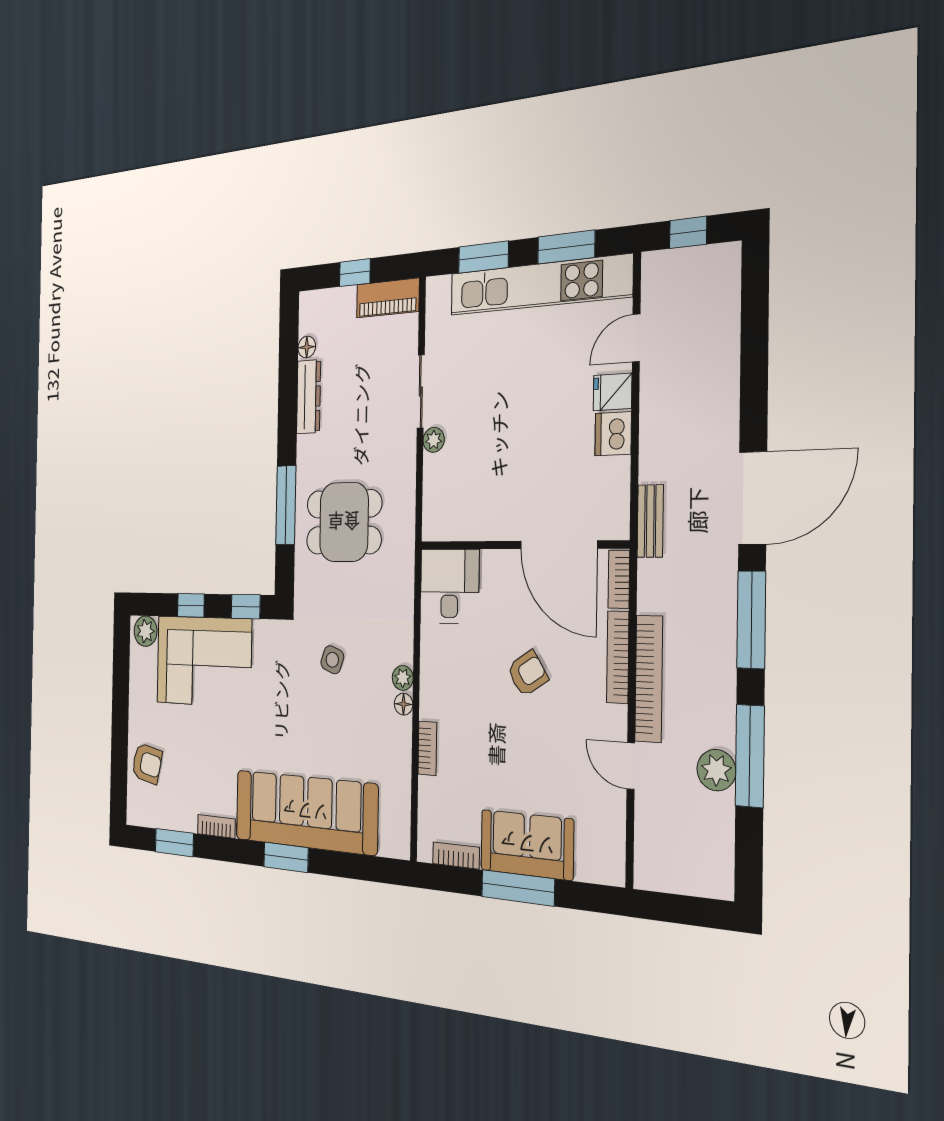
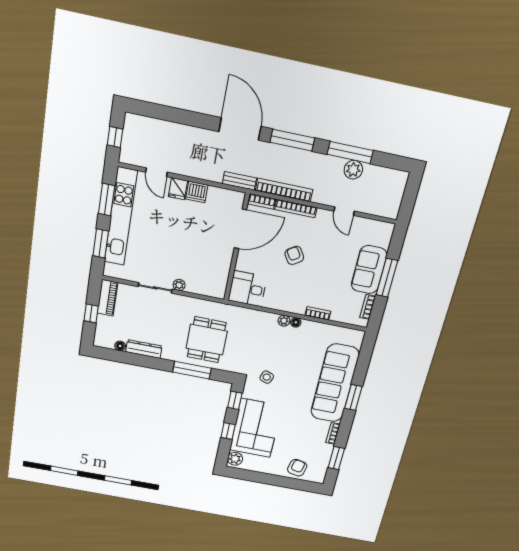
side table: (332, 660) -> (267, 377), moved
bookcase: (649, 679) -> (284, 190), moved
door: (631, 766) -> (344, 211), hinge flipped

